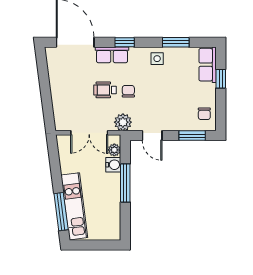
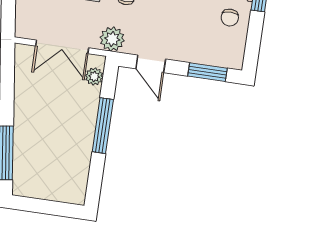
chair: (204, 114) -> (230, 18), moved
water cooler: (113, 165) -> (90, 97), removed
kitchen unit: (74, 206) -> (26, 148), removed

